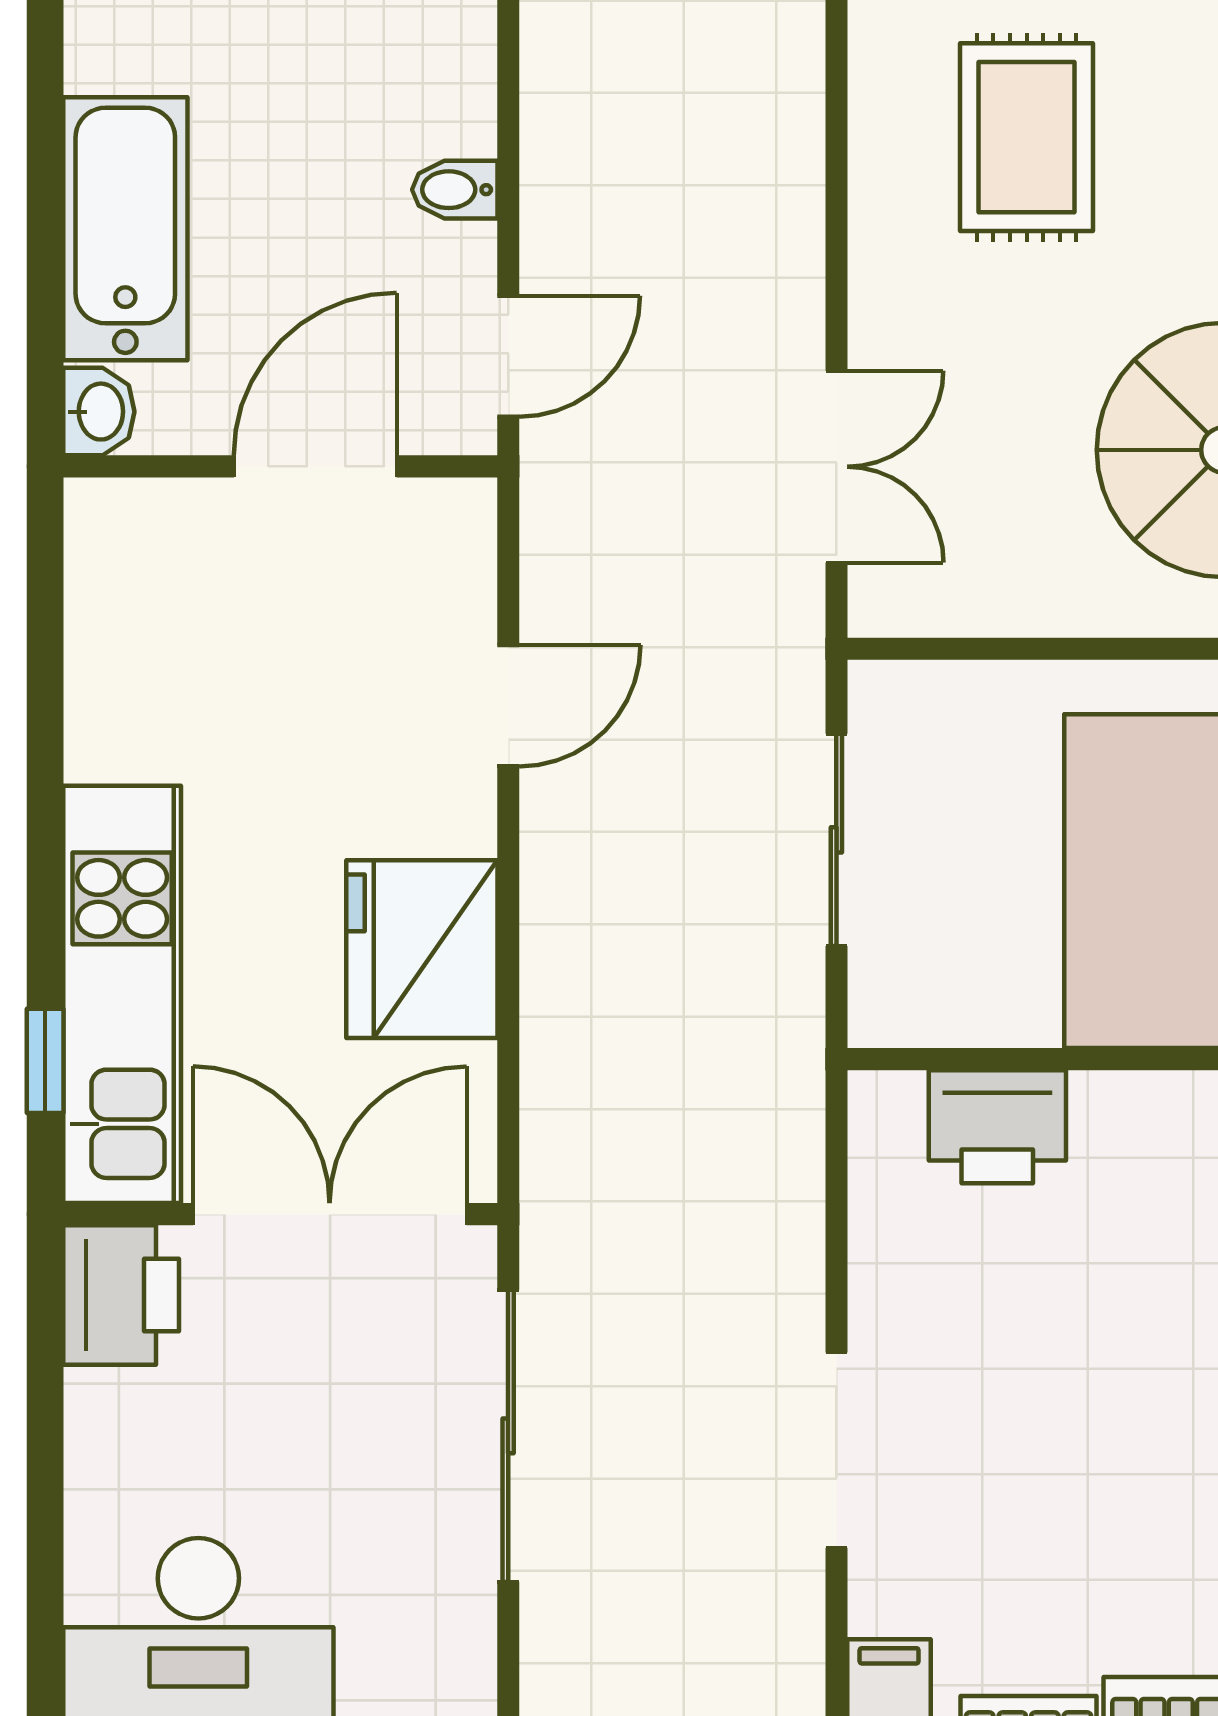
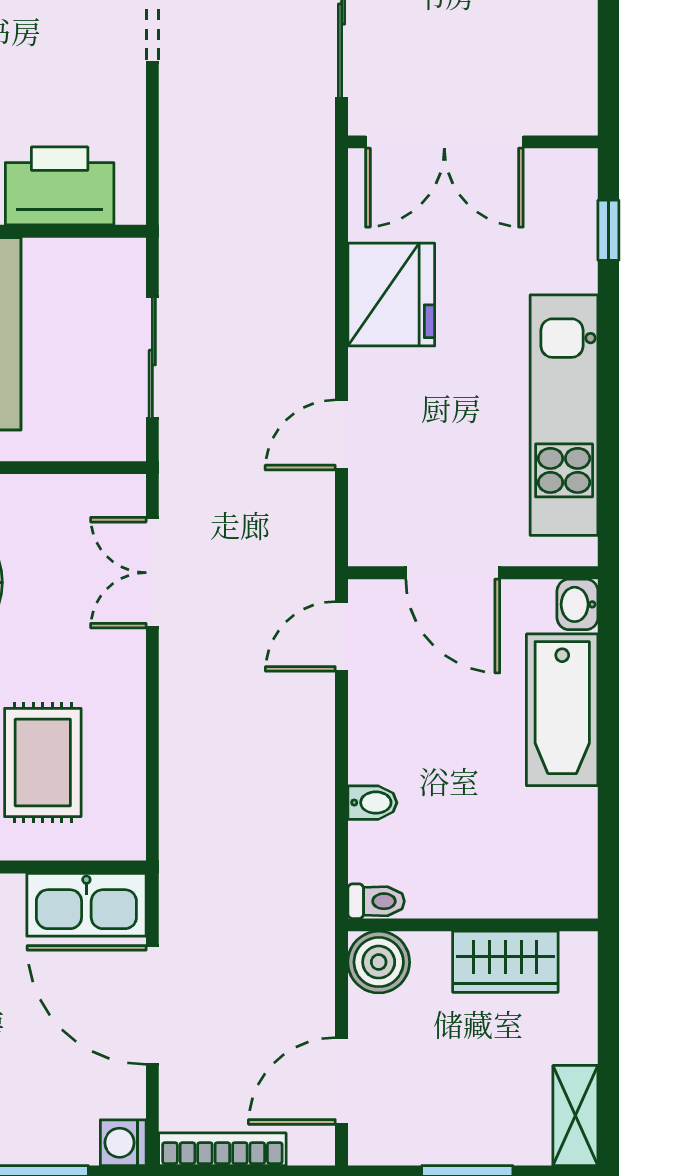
bidet: (455, 190) -> (372, 803), moved
door: (315, 466) -> (453, 573), hinge flipped
kitchen unit: (122, 994) -> (564, 415), moved
printer: (997, 1127) -> (60, 186), width x1.37, depth x1.19
printer: (121, 1295) -> (565, 95), removed

